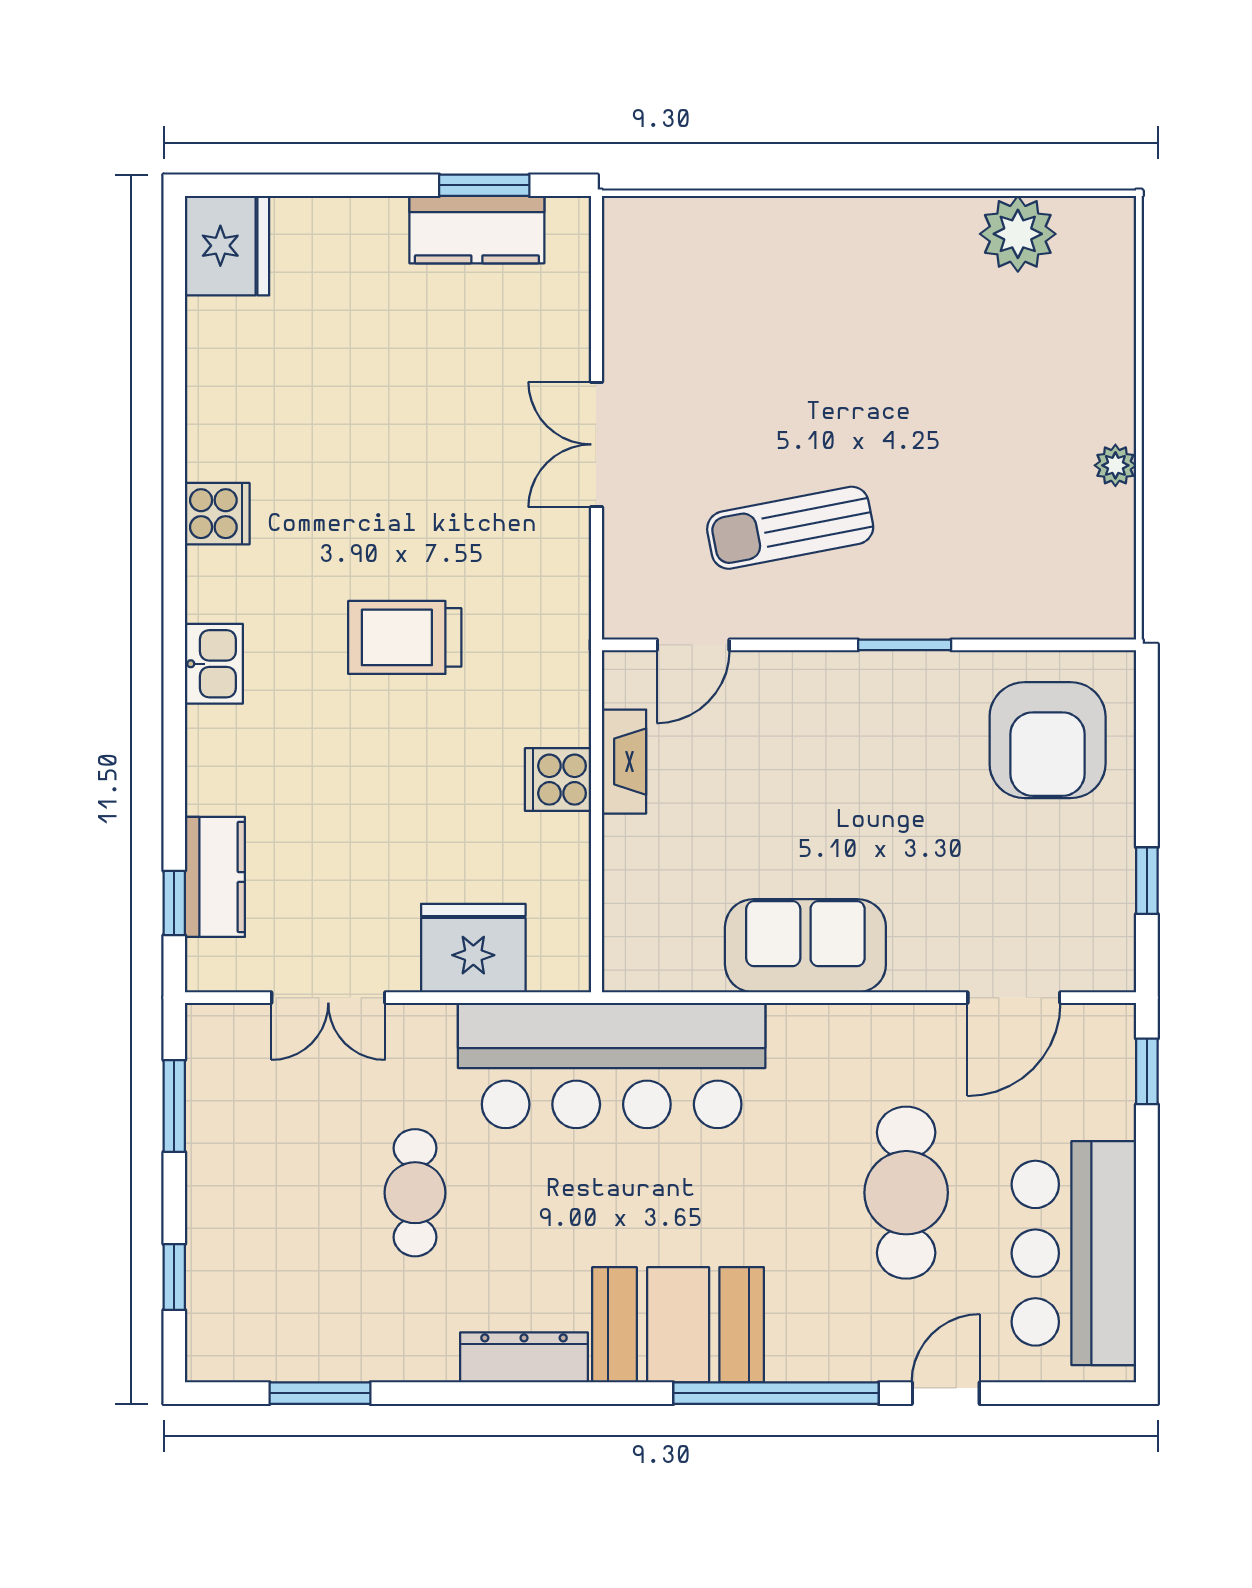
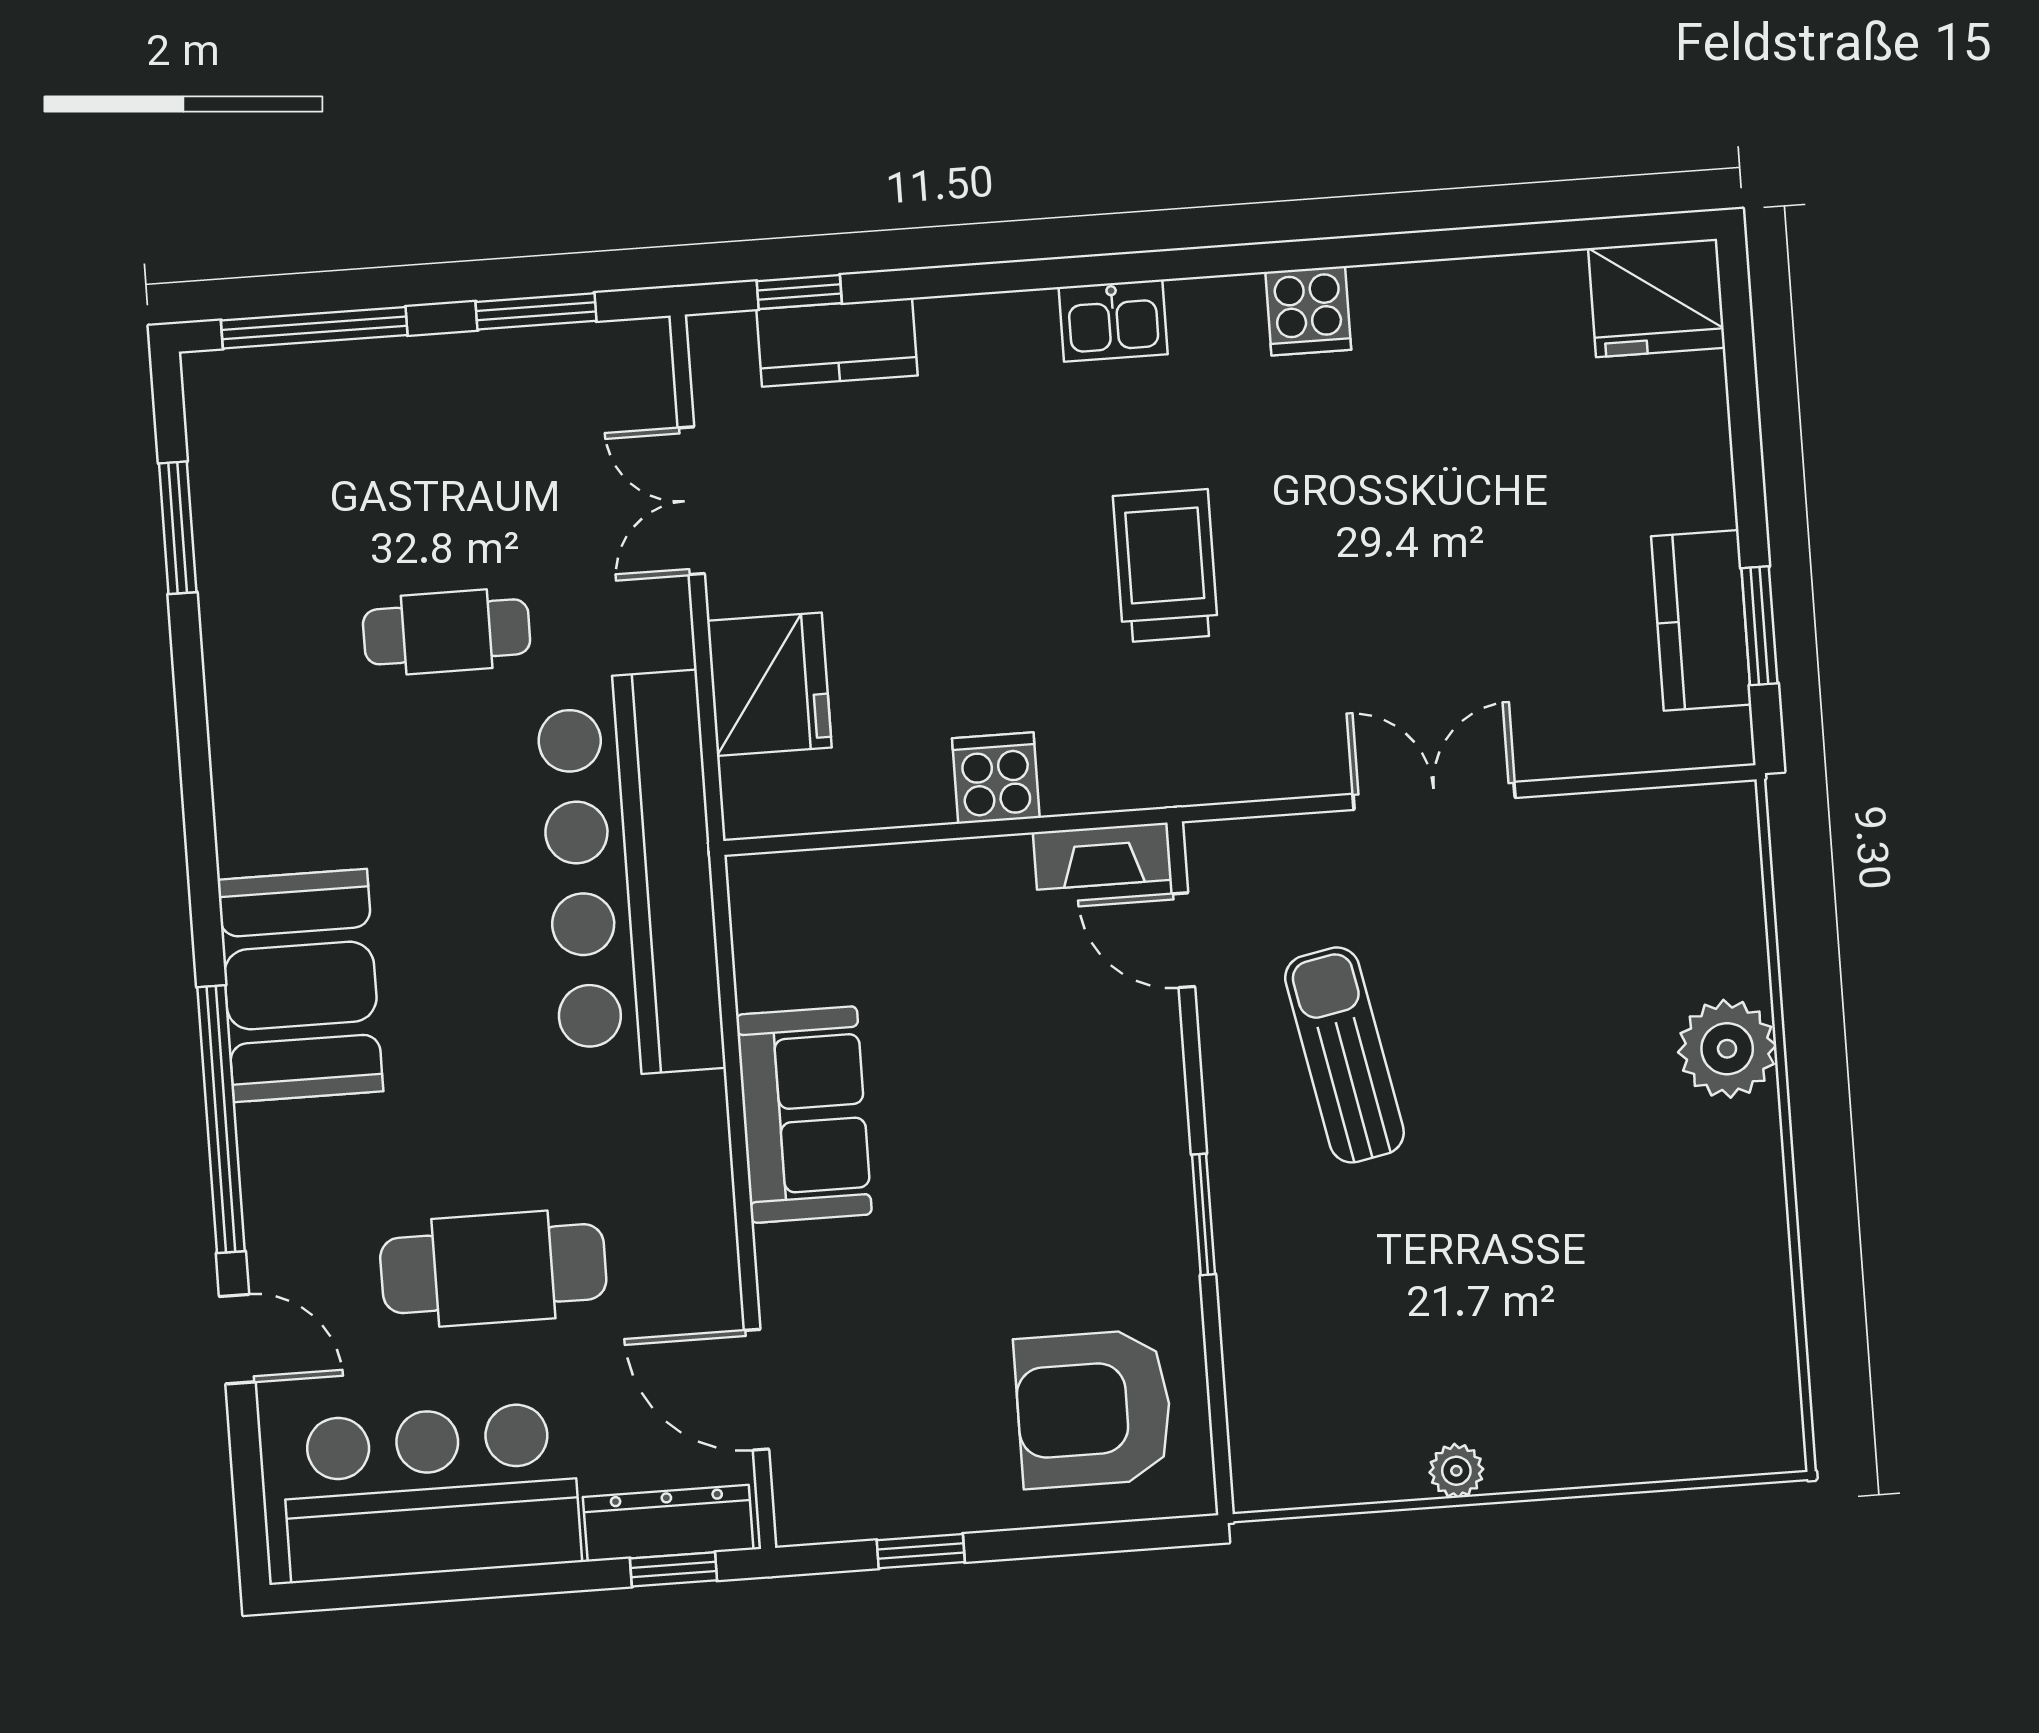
plant: (1018, 234) -> (1727, 1049), moved
fireplace: (624, 762) -> (1102, 856), moved
window: (174, 1277) -> (314, 328), width x2.17
dresser: (524, 1357) -> (668, 1523), moved, turned -90

